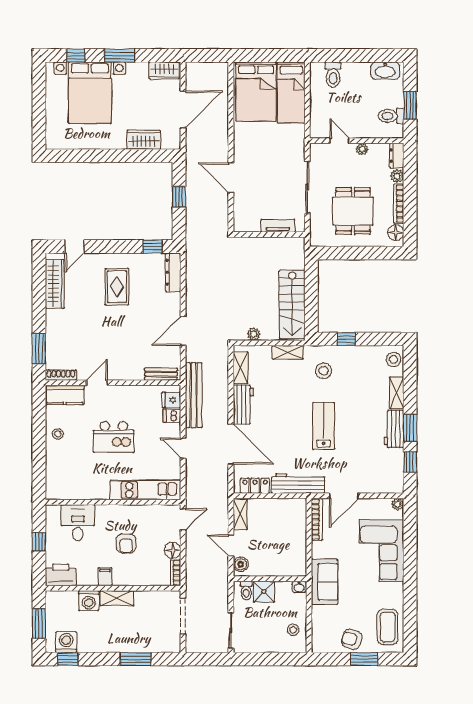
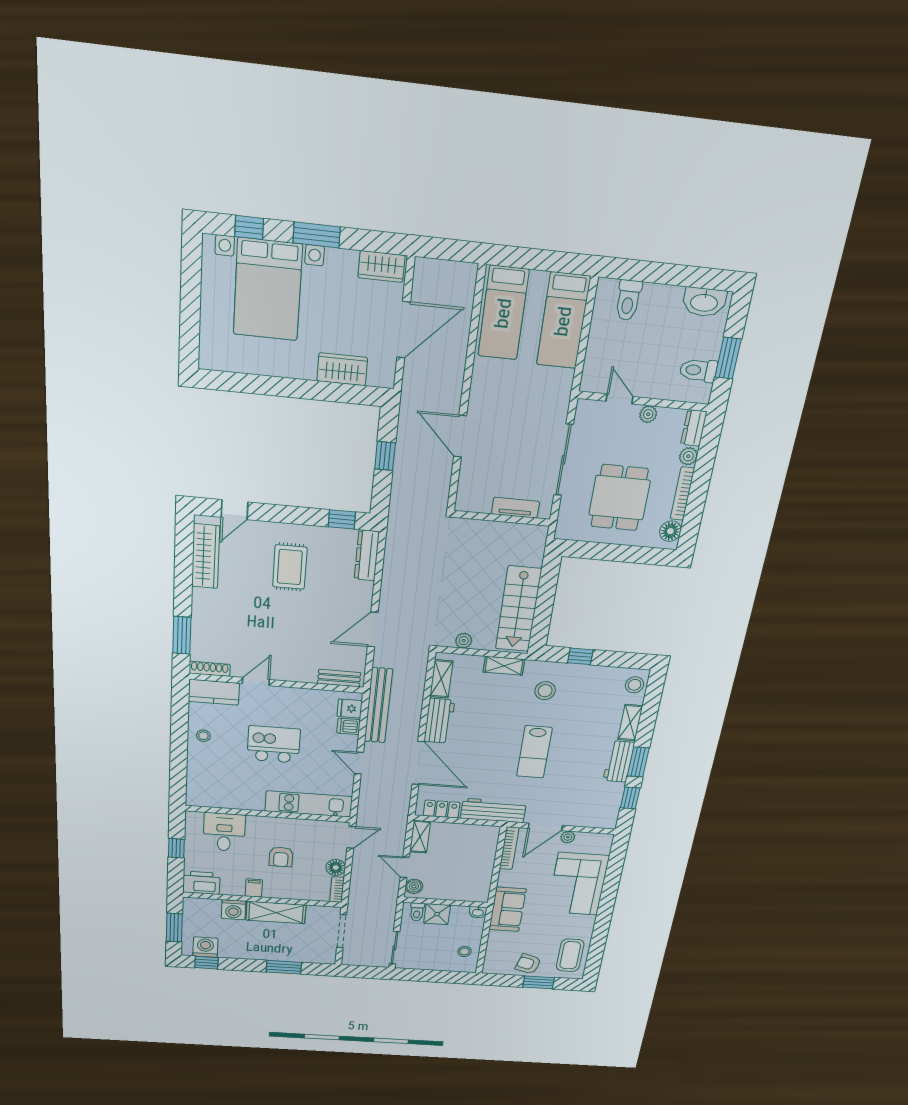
bed: (256, 91) -> (503, 313), width x0.67
lab bench: (324, 426) -> (534, 752), turned 180
kitchen island: (114, 437) -> (274, 744), turned 180
plant: (398, 504) -> (568, 837), moved
shelving: (117, 598) -> (276, 913), width x1.50, depth x1.33

